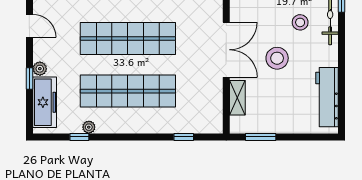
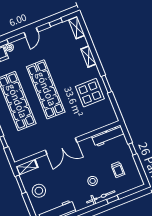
stool: (277, 58) -> (39, 191), moved
shelving: (237, 98) -> (27, 167), moved

